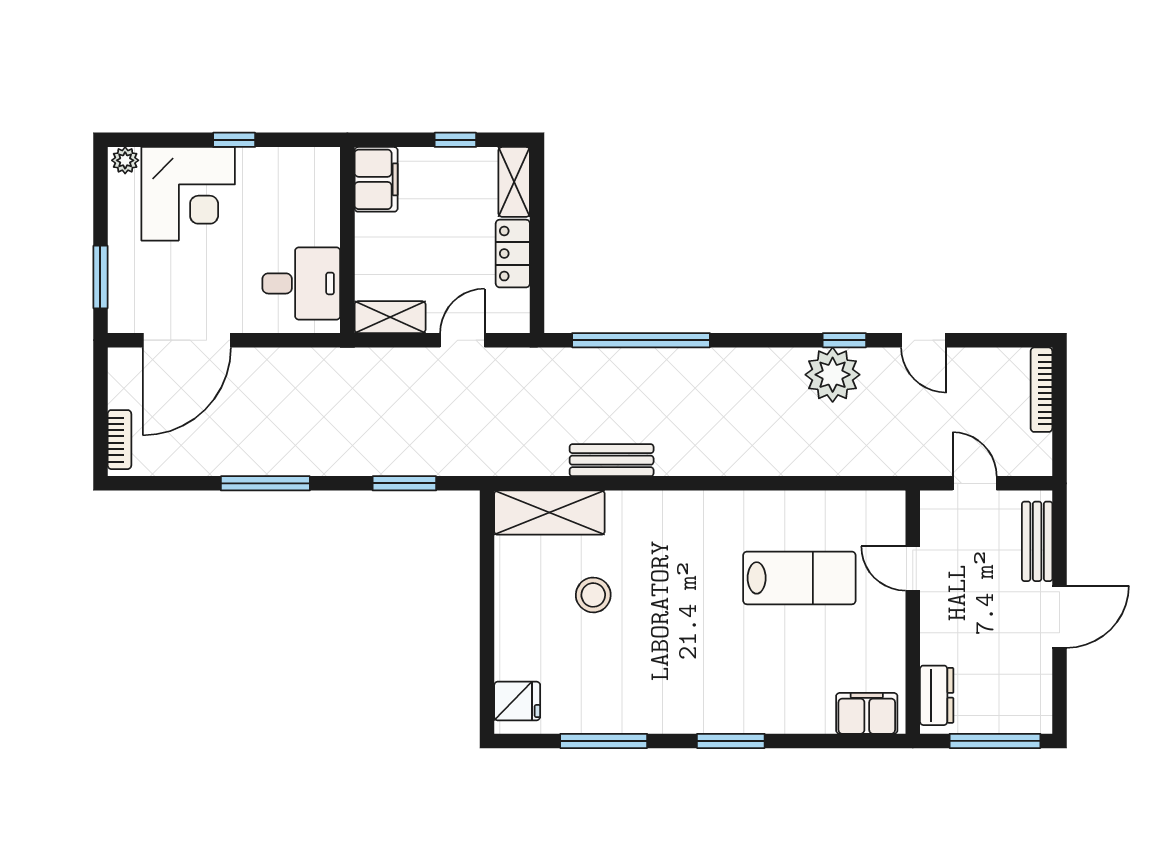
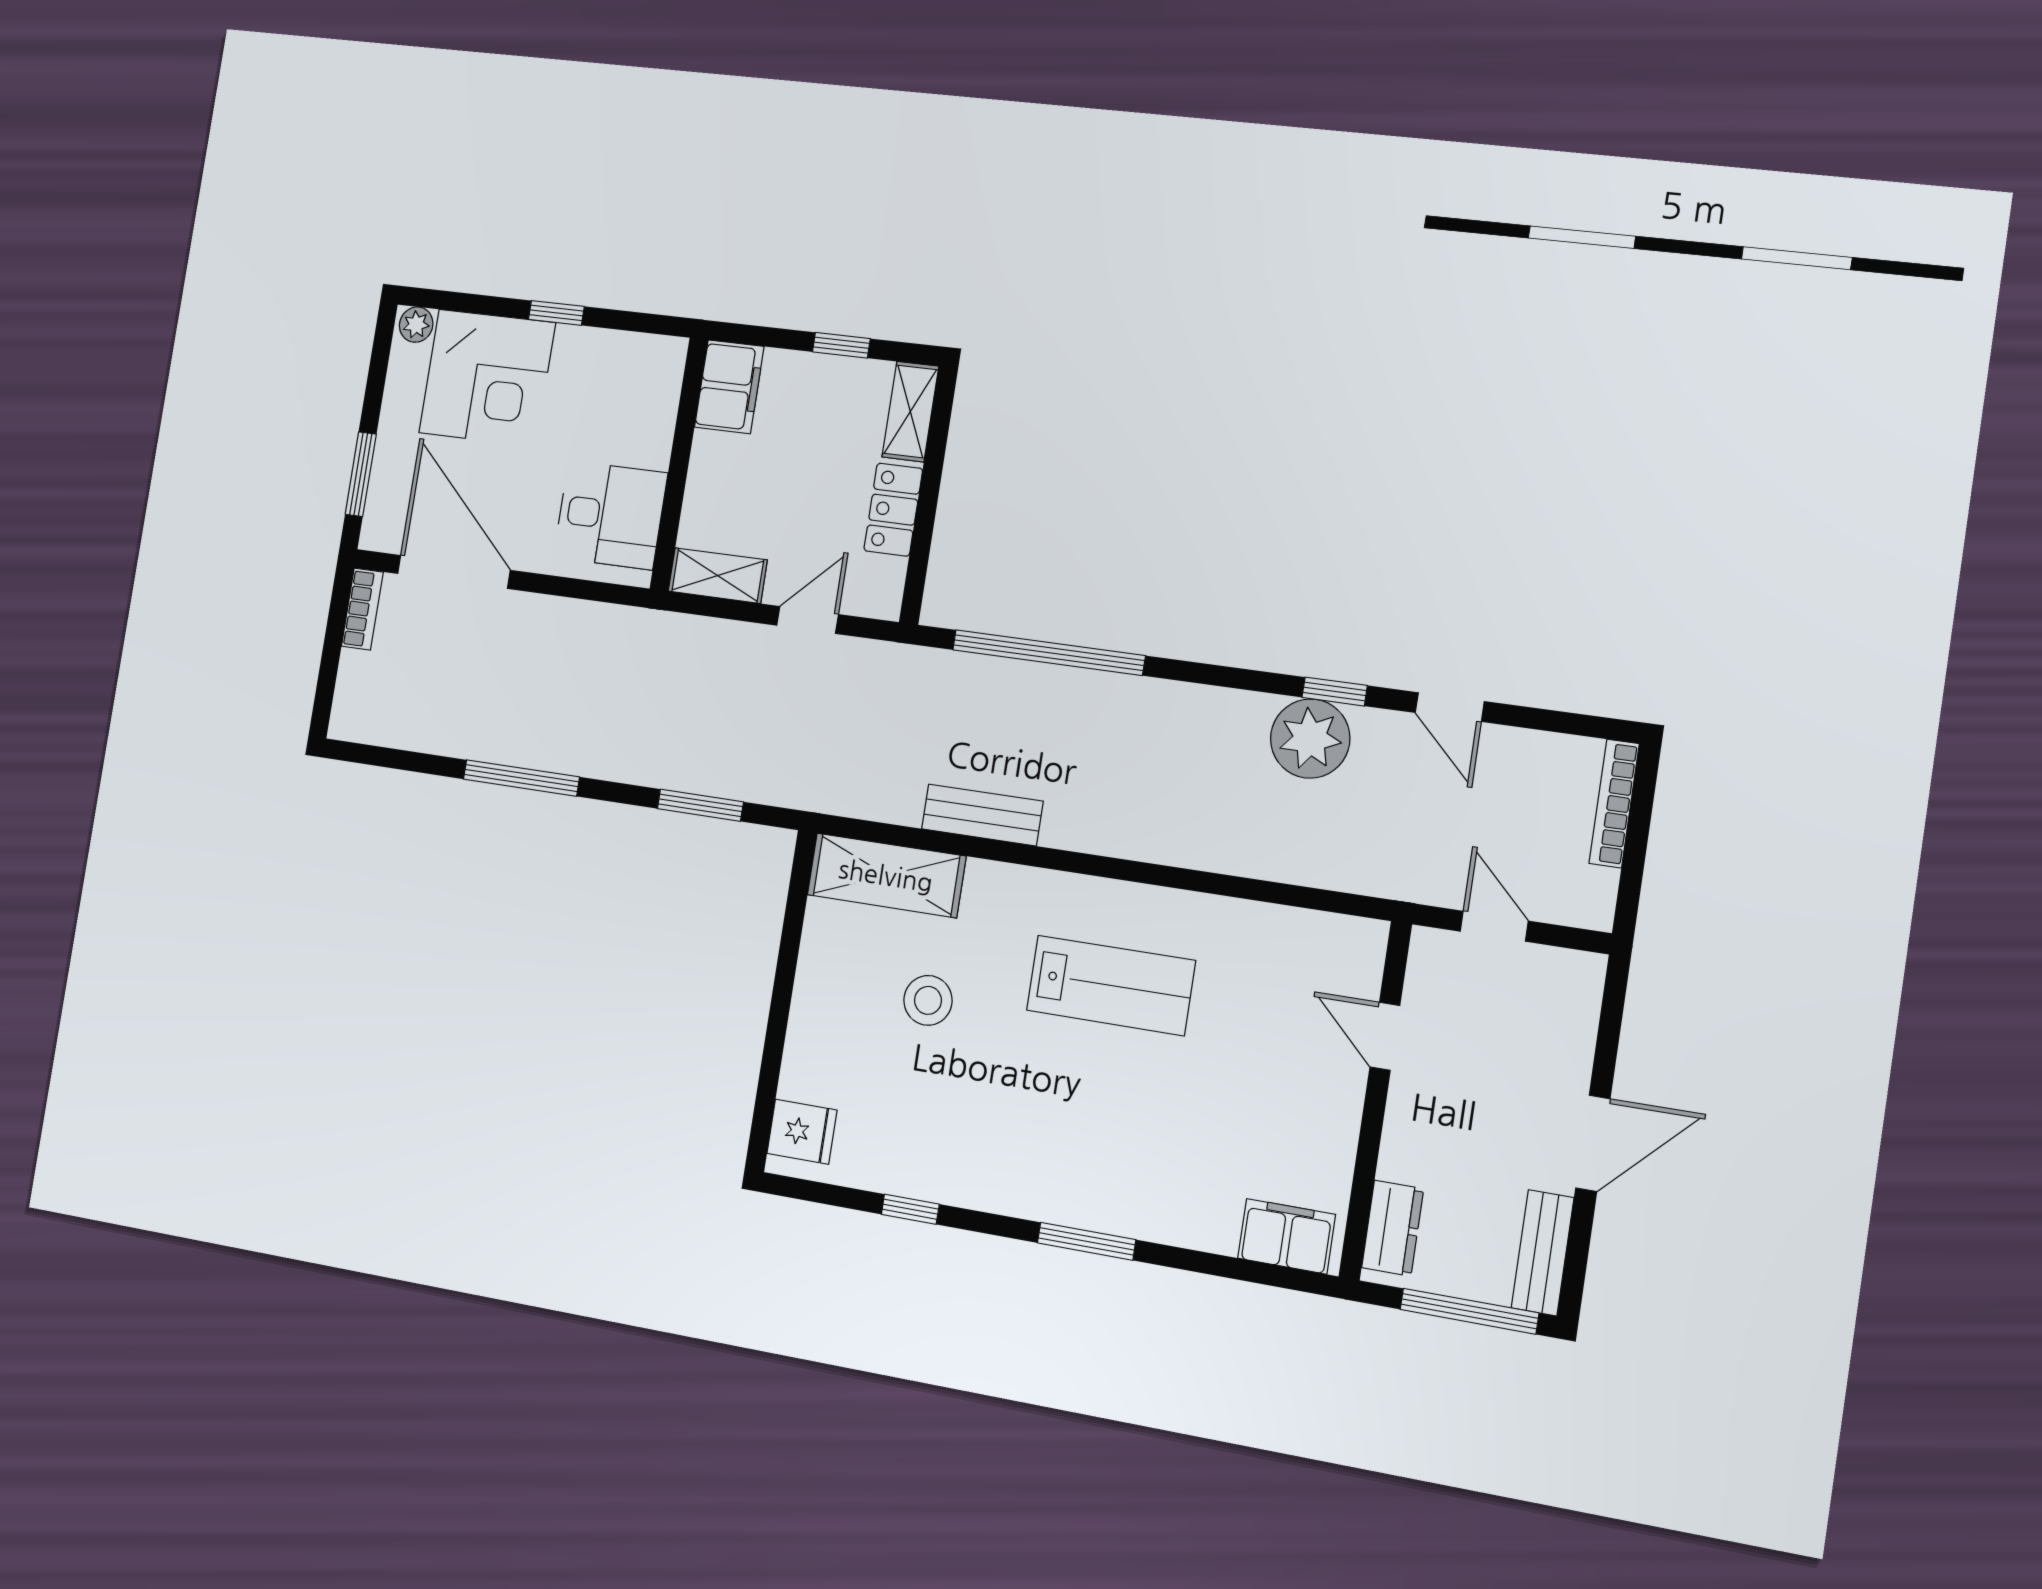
door: (187, 340) -> (454, 572), swing flipped
bookcase: (119, 440) -> (362, 609), moved
bench: (1037, 541) -> (1543, 1253), moved
lab bench: (799, 578) -> (1111, 985), moved
window: (604, 741) -> (910, 1209), width x0.46

